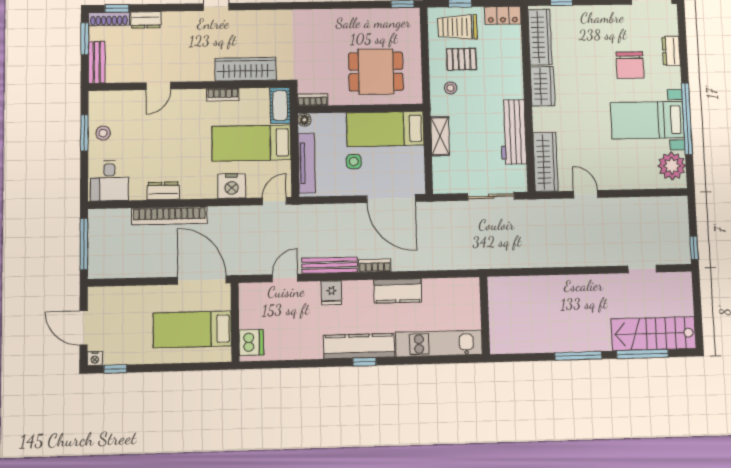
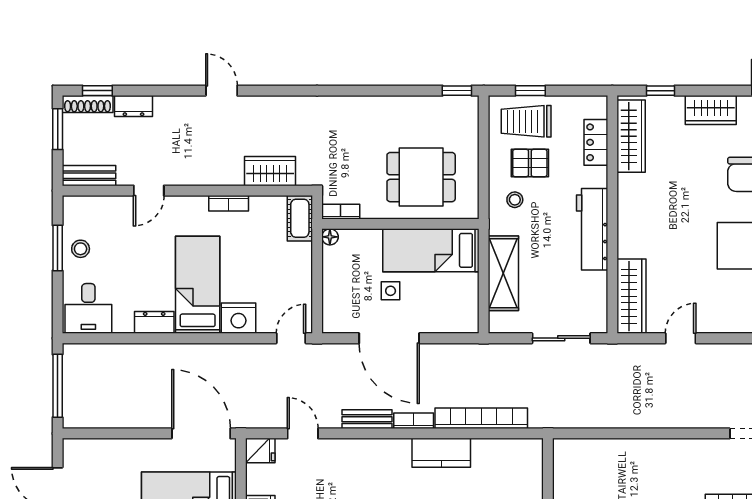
locker: (503, 15) -> (596, 142), moved, turned 90
bench: (97, 62) -> (89, 176), moved, turned 90
wardrobe: (246, 69) -> (270, 171), width x0.67
wardrobe: (542, 86) -> (711, 110), moved, turned 90
workbench: (513, 132) -> (592, 229), moved
shelving: (440, 136) -> (503, 273), width x1.50, depth x1.33
bed: (251, 143) -> (198, 285), moved, turned 90
tv unit: (307, 163) -> (332, 292), removed
door: (586, 194) -> (681, 338), hinge flipped
door: (391, 199) -> (389, 338), moved
bookcase: (169, 216) -> (481, 418), moved, turned 180
bench: (330, 265) -> (367, 419), width x0.73
door: (285, 278) -> (303, 433), hinge flipped
fridge: (331, 293) -> (260, 451), moved, turned -90

